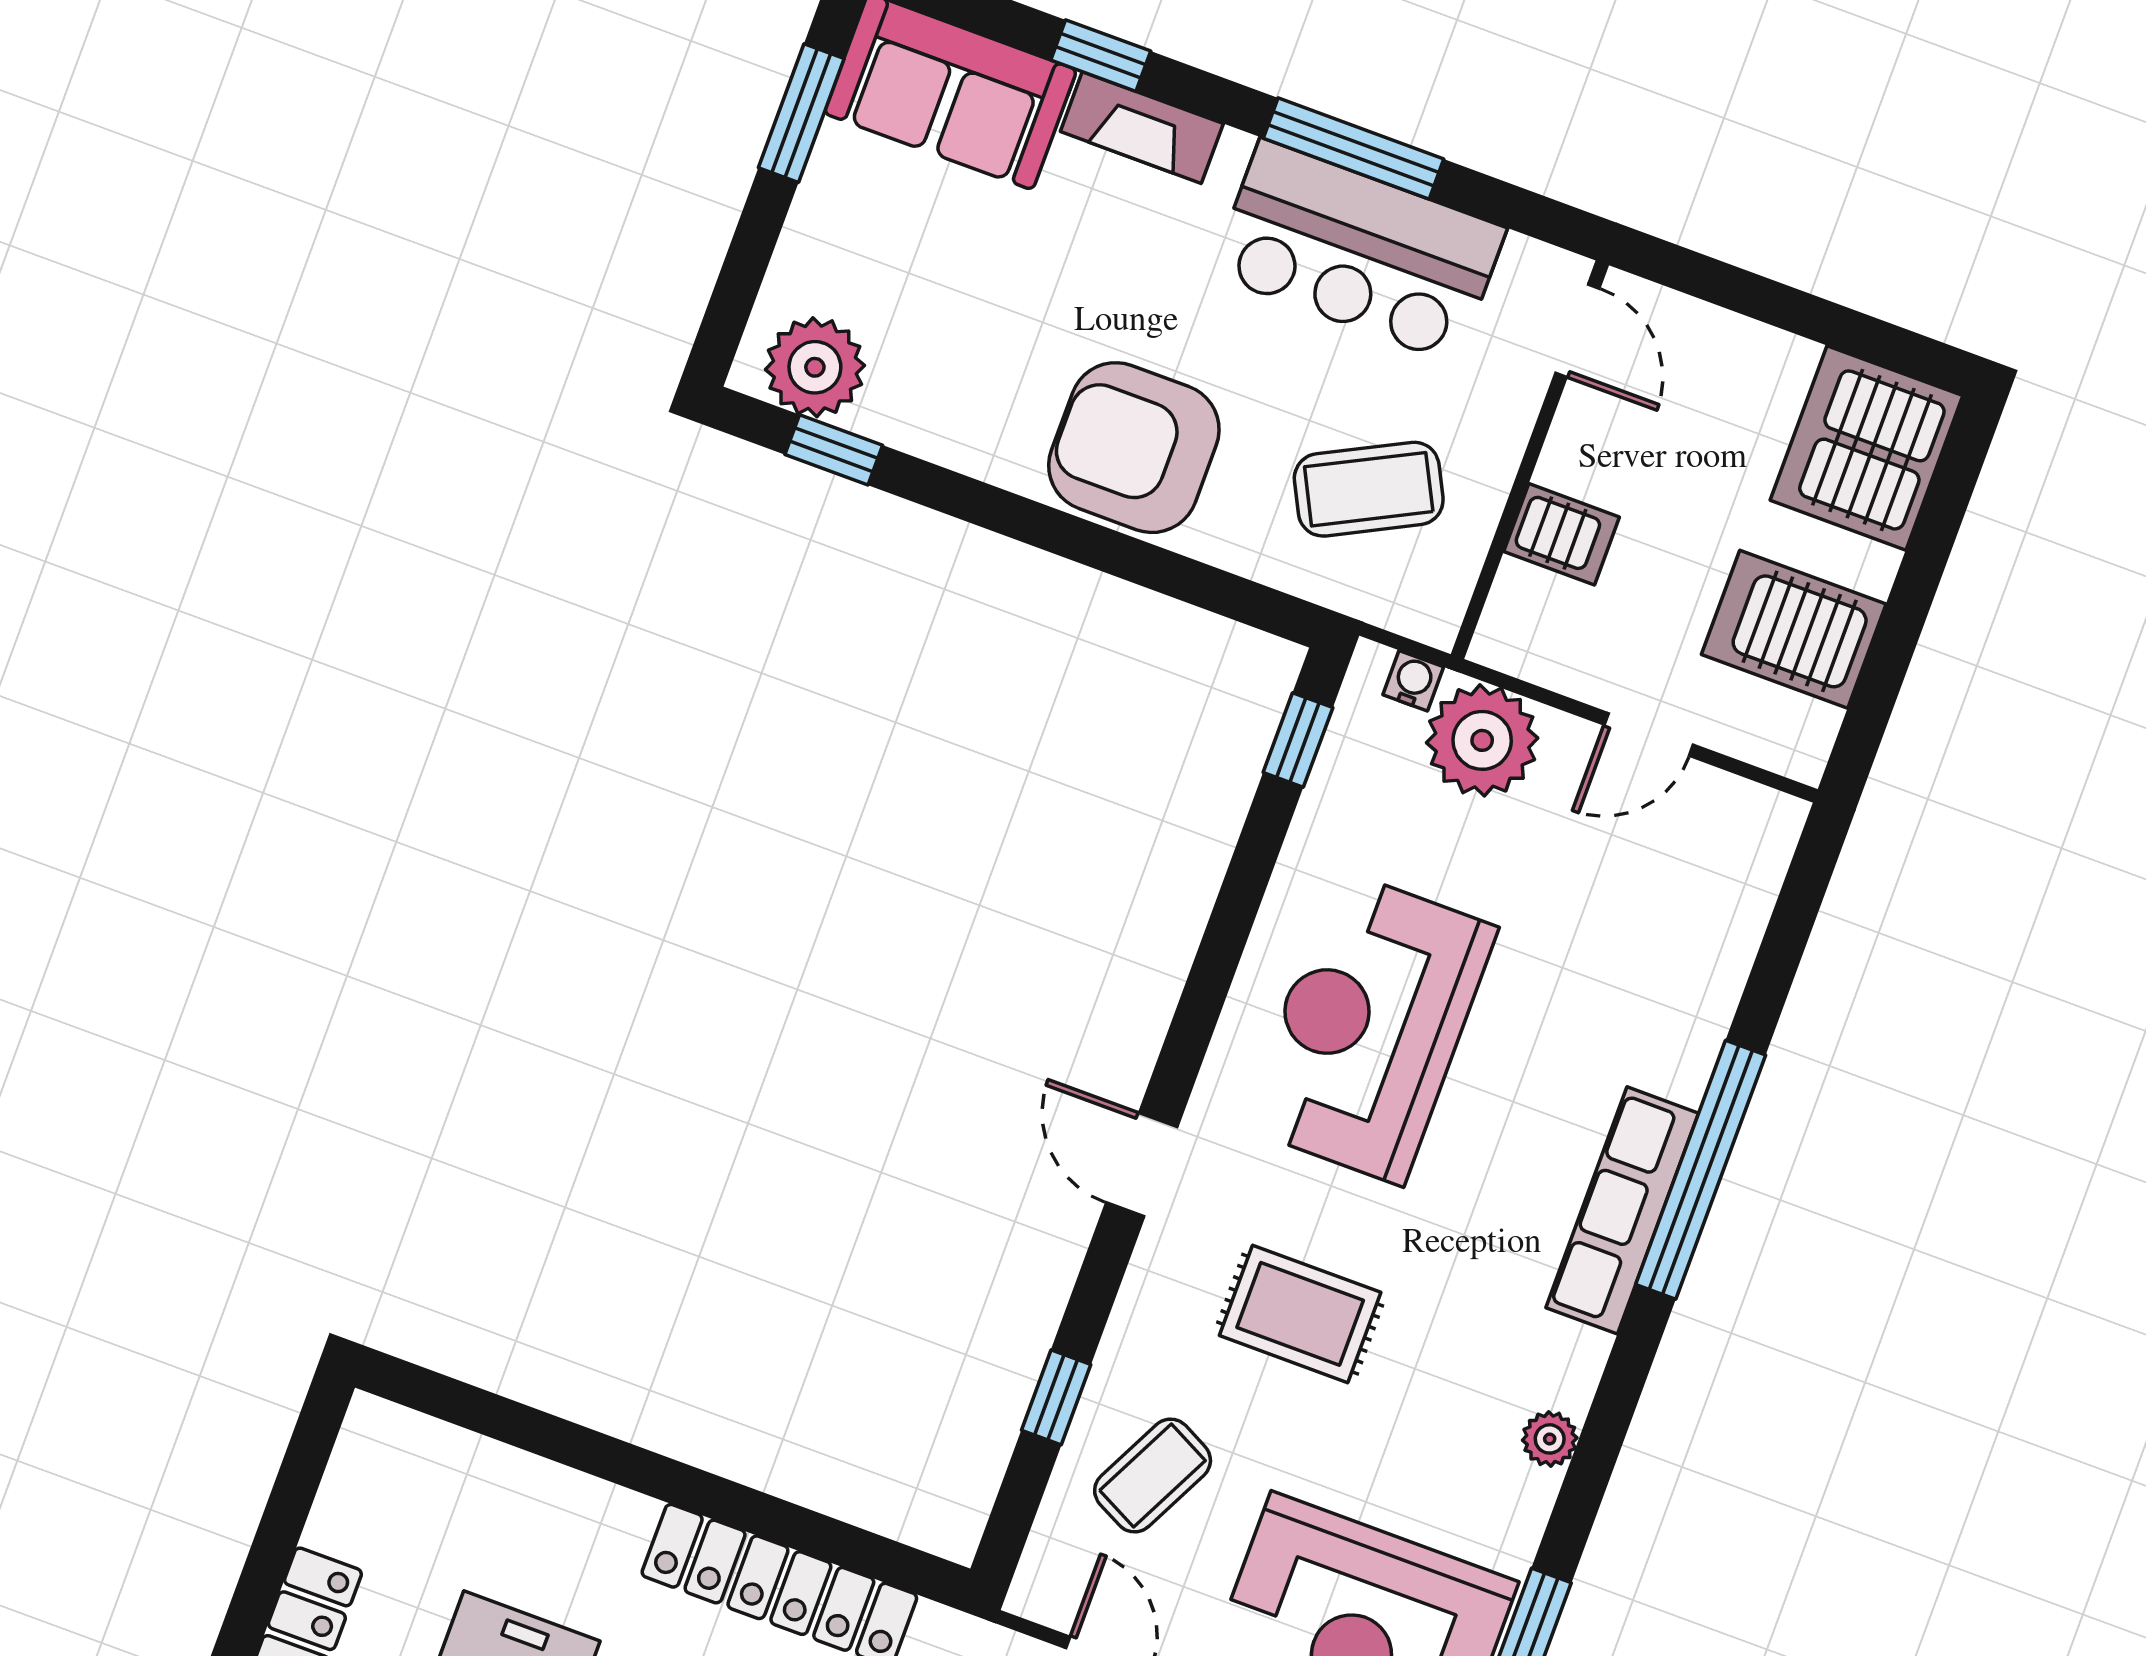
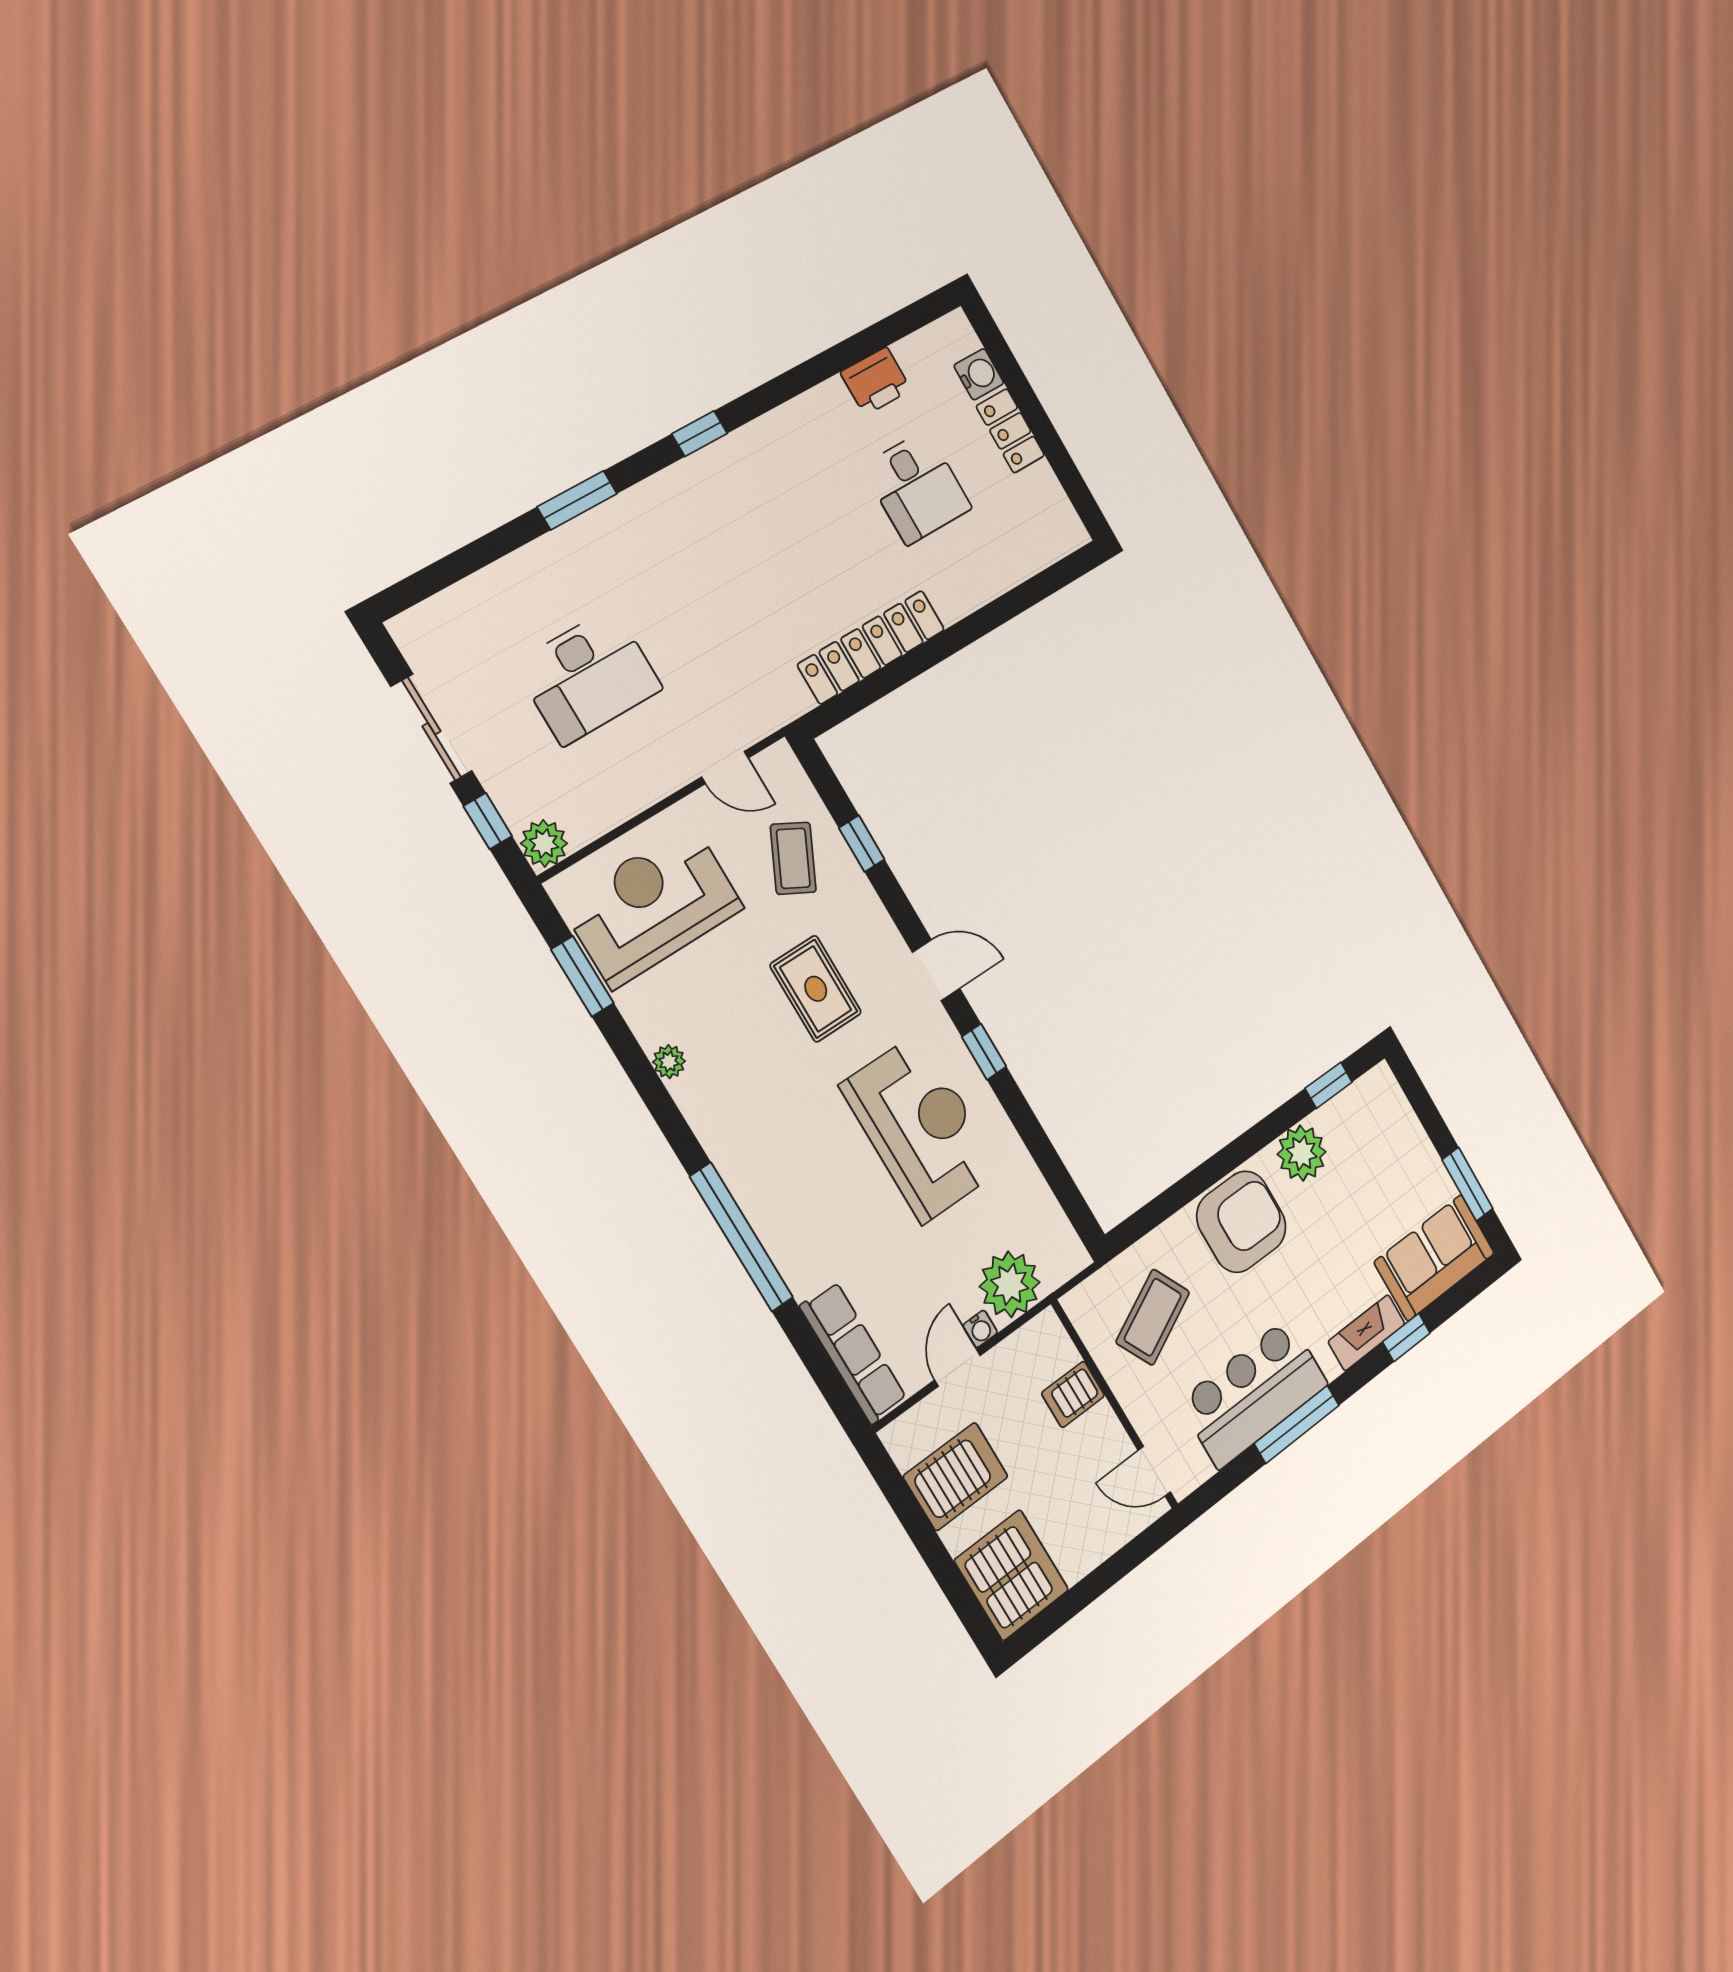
plant: (815, 367) -> (1302, 1153), moved
water cooler: (1413, 681) -> (980, 1329), moved
window: (1298, 740) -> (984, 1052), moved
row of seats: (1622, 1210) -> (853, 1353), moved
rug: (1300, 1314) -> (816, 989), turned 90

